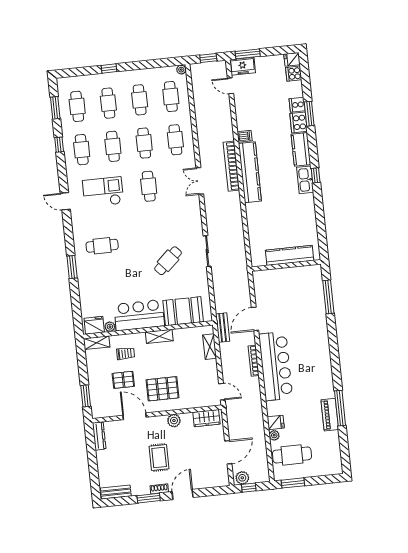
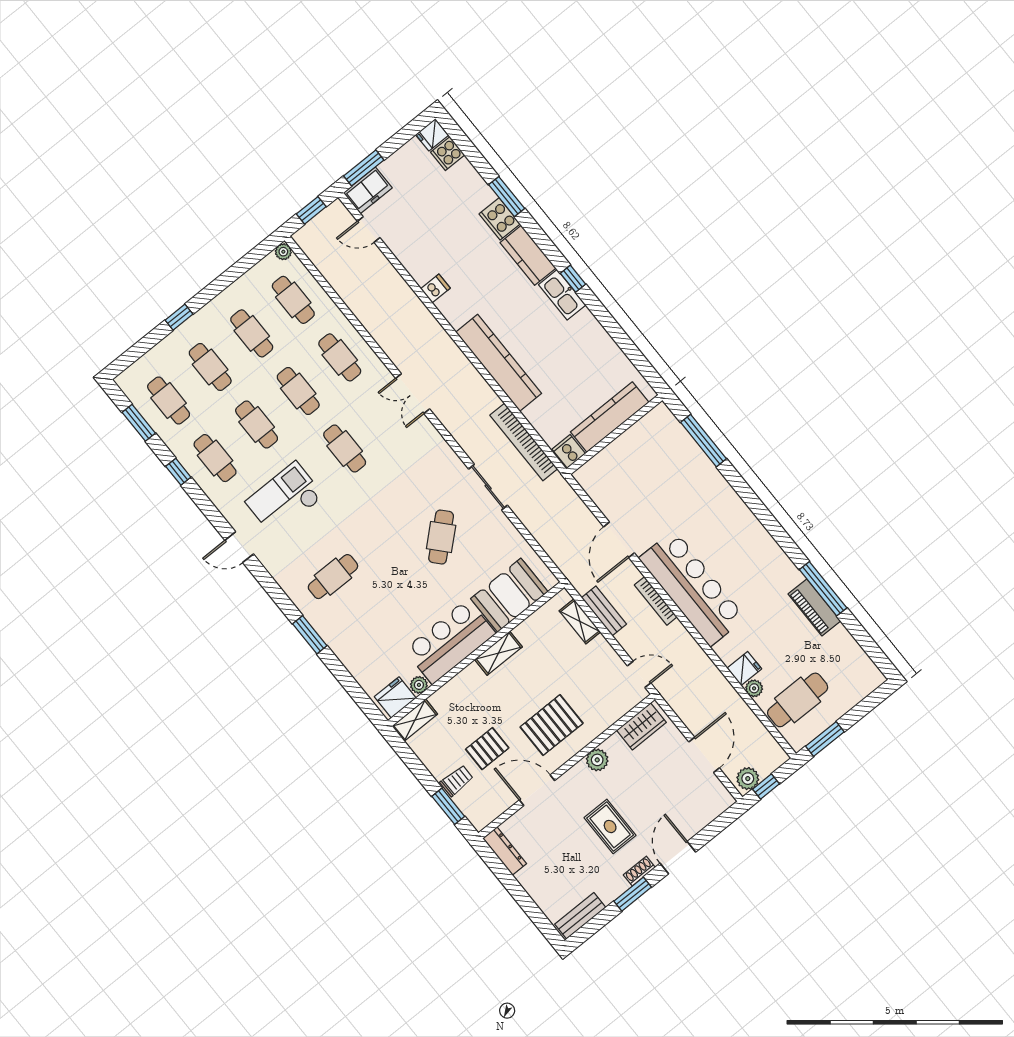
cooker: (297, 105) -> (569, 451), moved, turned 90
bookcase: (231, 166) -> (524, 442), moved
kitchen counter: (250, 172) -> (499, 363), moved
bench: (223, 328) -> (604, 611), moved
trolley: (126, 353) -> (457, 781), moved

